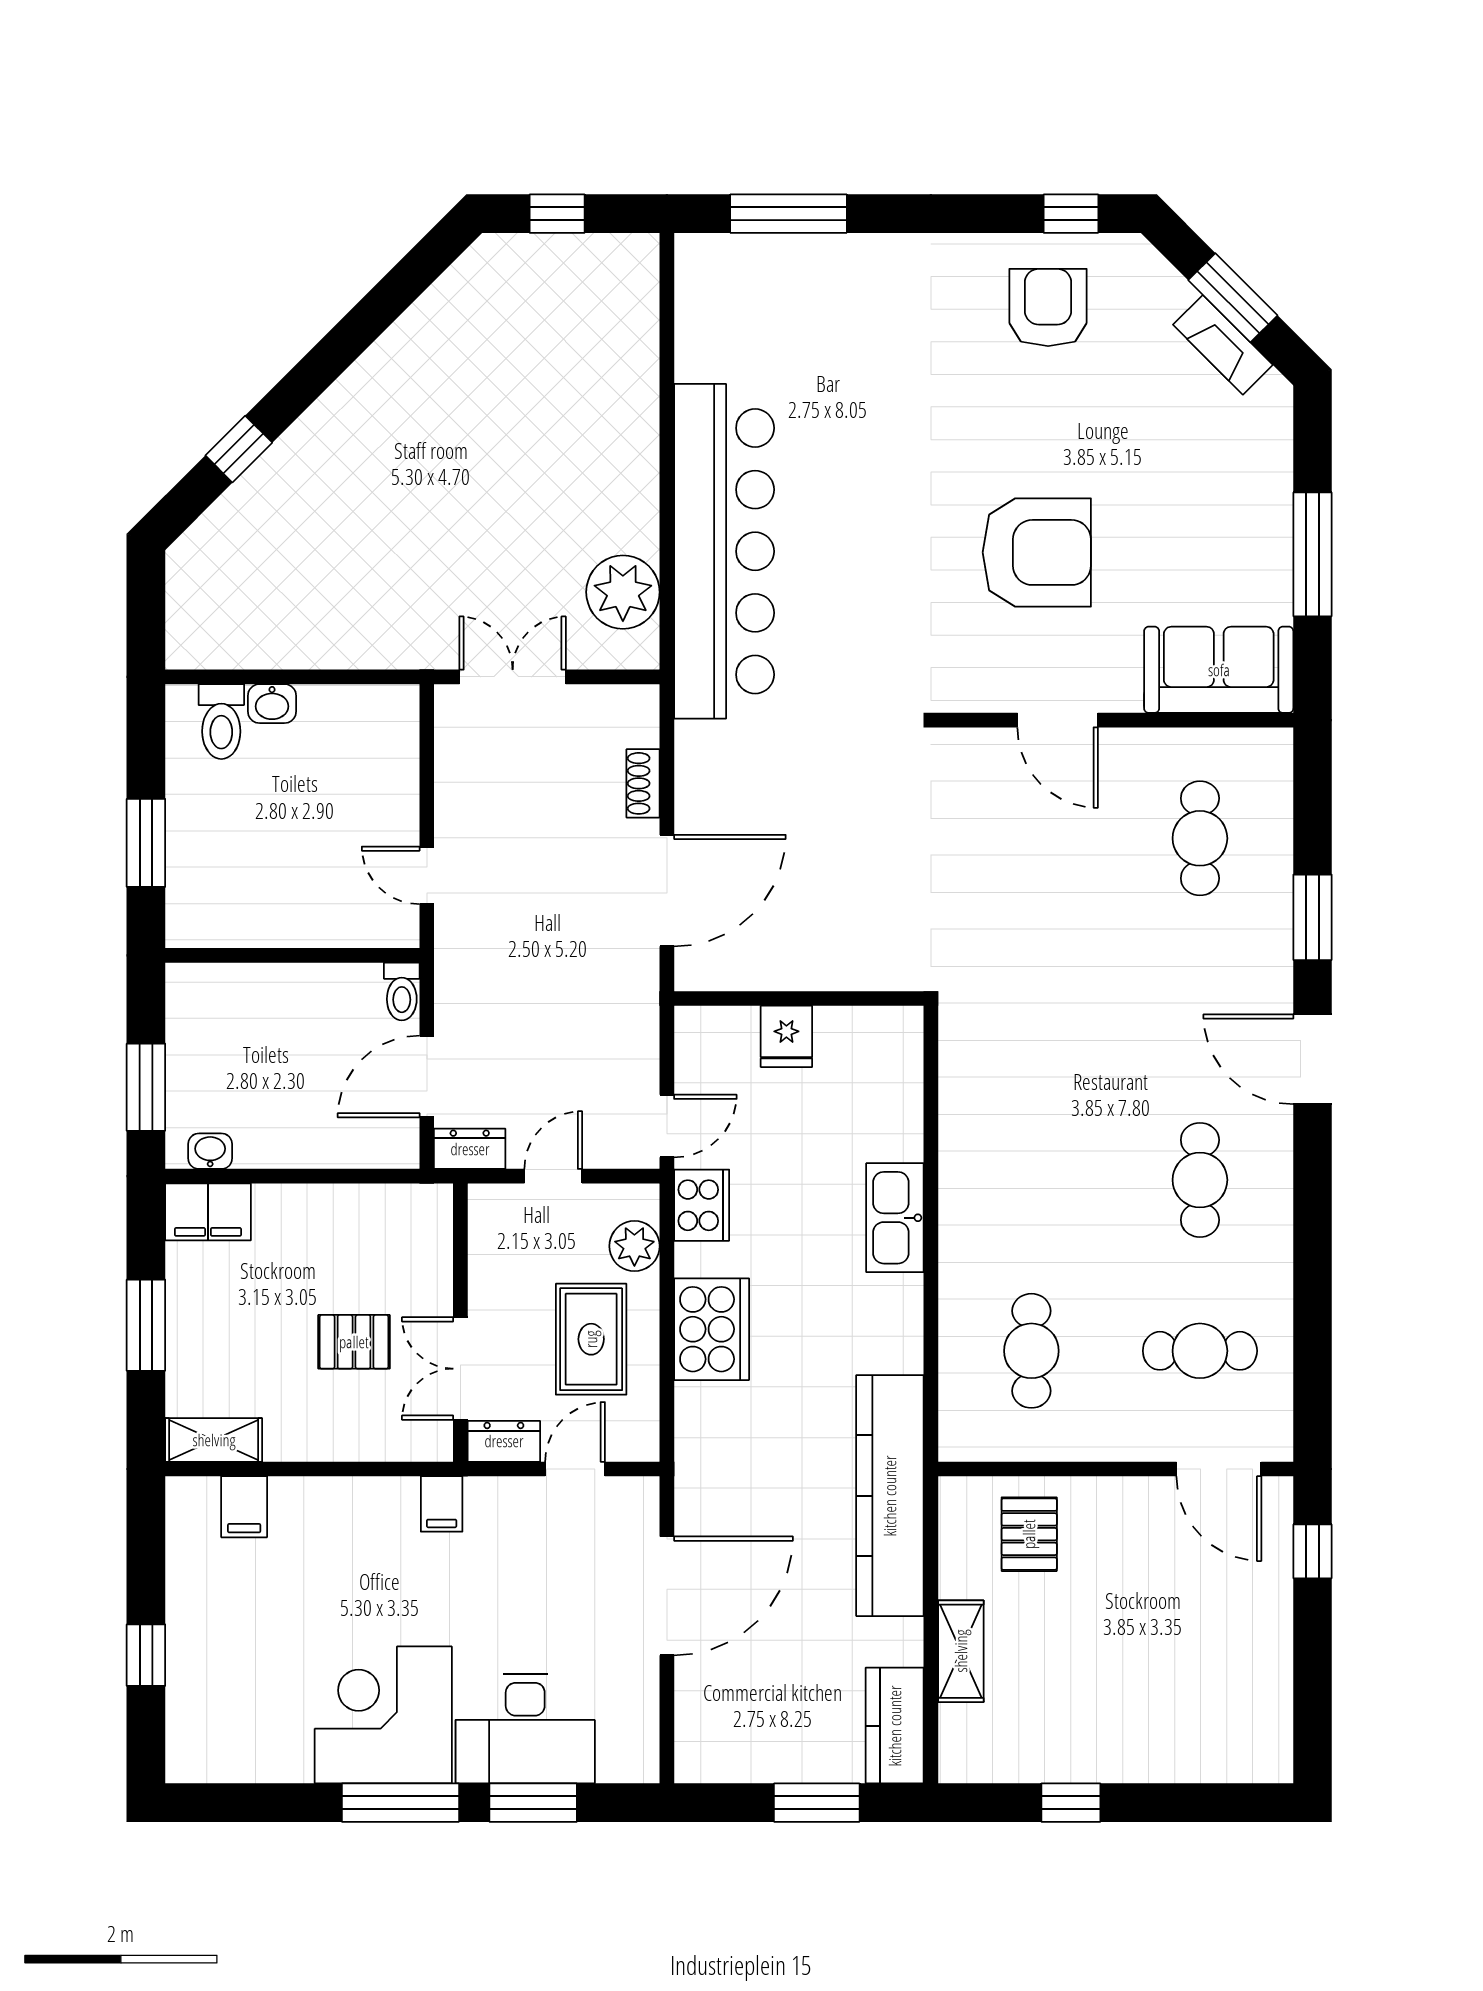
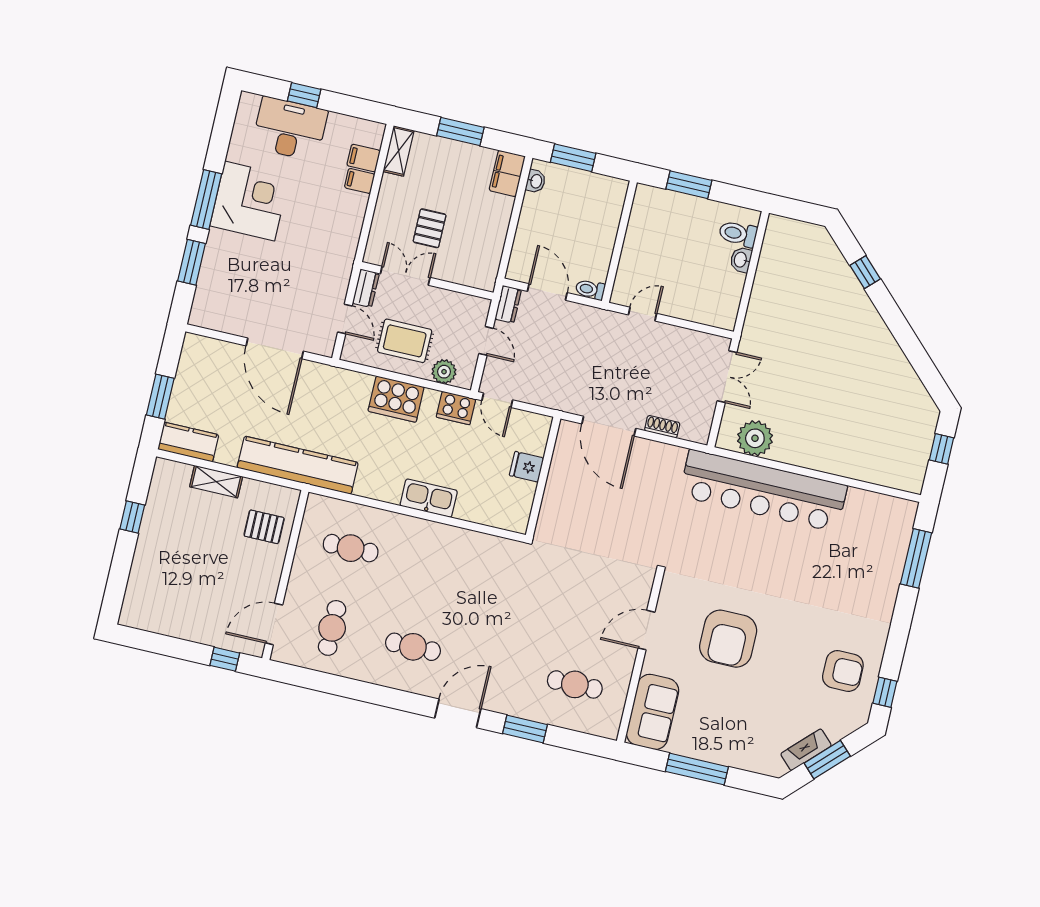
filing cabinet: (442, 1504) -> (360, 181), moved
desk: (525, 1729) -> (290, 129), moved, turned 90

